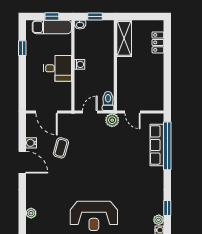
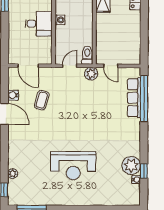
window: (167, 208) -> (144, 171), moved
plant: (31, 213) -> (13, 174), moved
plant: (159, 220) -> (131, 165), width x1.88, depth x1.88

